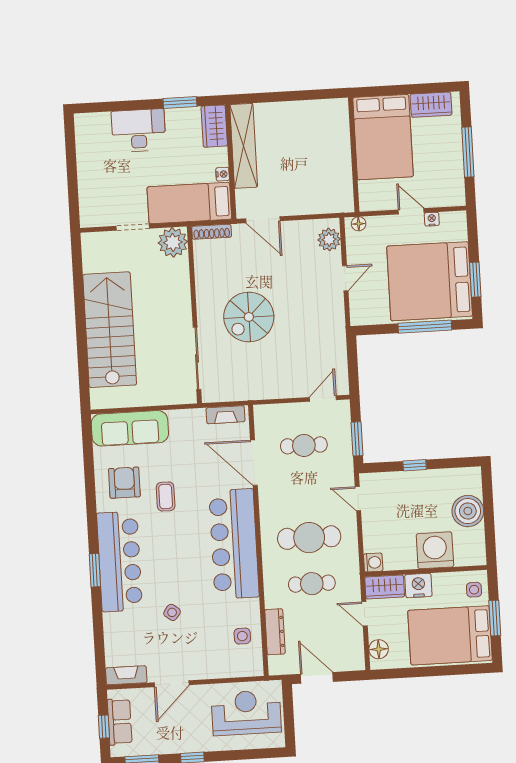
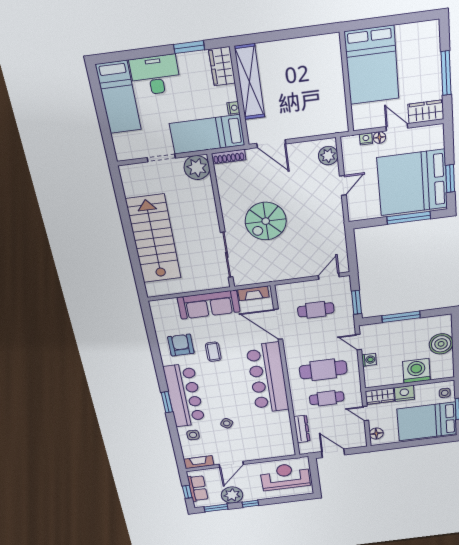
wardrobe: (431, 105) -> (426, 112), moved, turned 180
bed: (94, 152) -> (118, 97), added
nightstand: (432, 219) -> (366, 139), moved
floor lamp: (359, 224) -> (379, 137), moved
sofa: (130, 428) -> (209, 305), moved
window: (415, 465) -> (401, 317), width x2.17
washing machine: (373, 562) -> (369, 360), moved
side table: (242, 636) -> (193, 435), moved
plant: (167, 739) -> (232, 495), added

